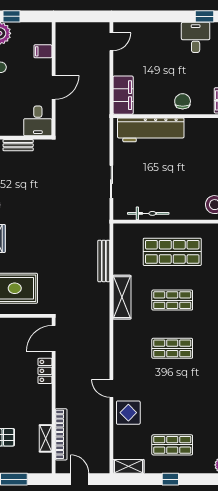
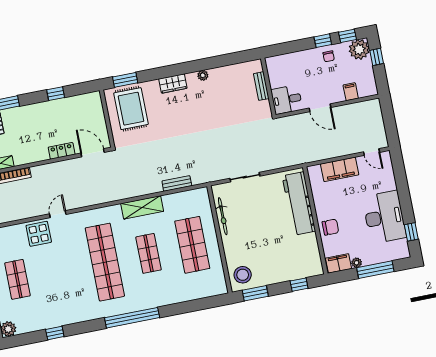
desk: (196, 37) -> (384, 217), width x1.87, depth x1.30
filing cabinet: (123, 95) -> (340, 169), moved
bench: (104, 261) -> (177, 183), width x0.73
shop shelf: (172, 348) -> (105, 262), width x2.00, depth x1.36

